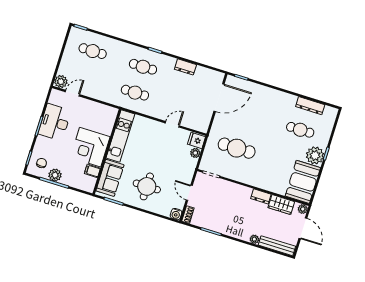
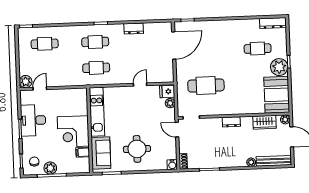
dresser: (310, 106) -> (273, 23), moved
door: (189, 193) -> (177, 130), moved
dresser: (261, 196) -> (231, 122), moved

